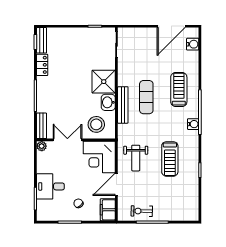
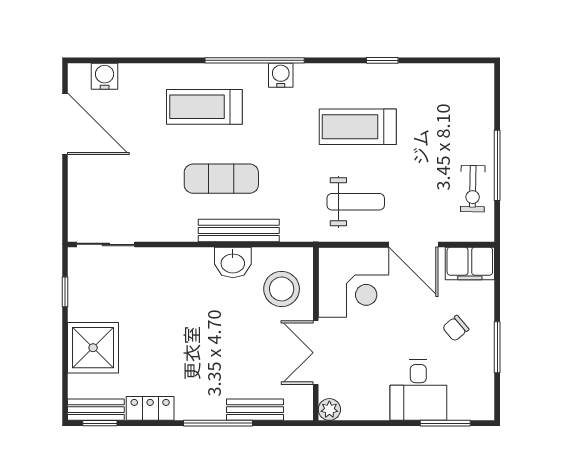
shower: (104, 82) -> (93, 348), moved
bench: (42, 126) -> (255, 410), moved
treadmill: (170, 159) -> (358, 127), turned 180

